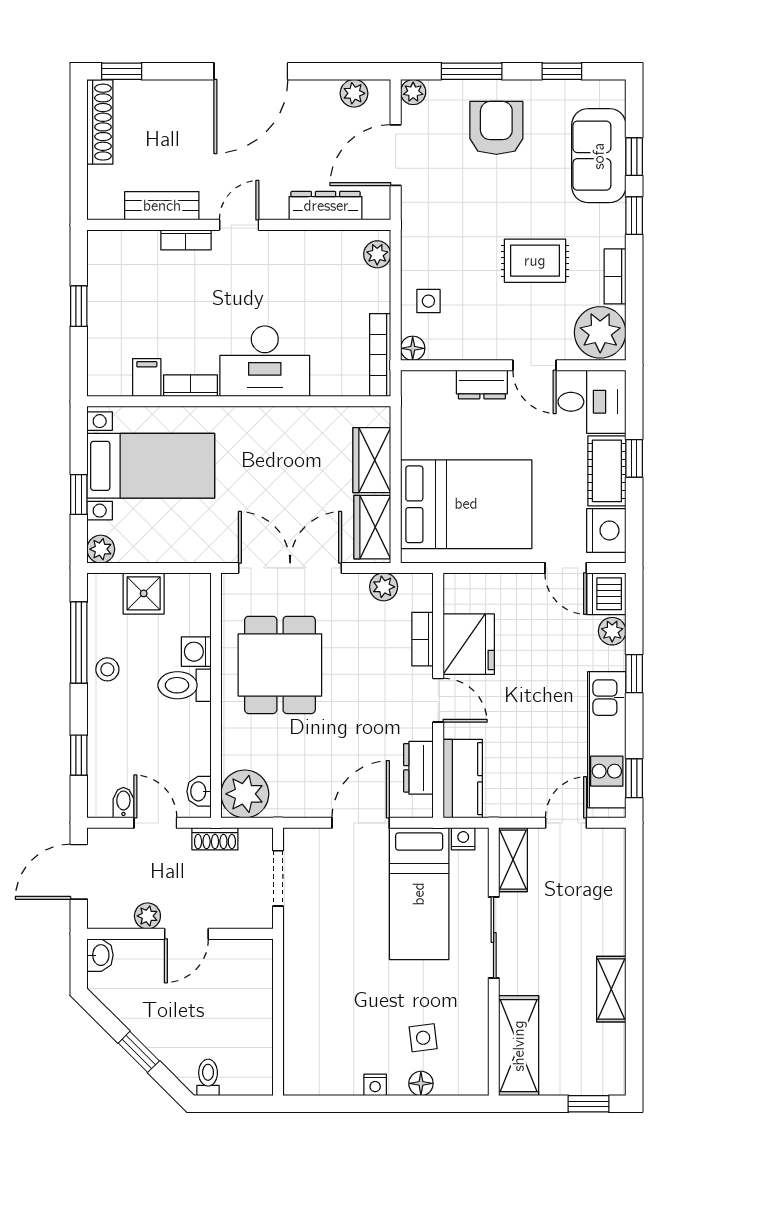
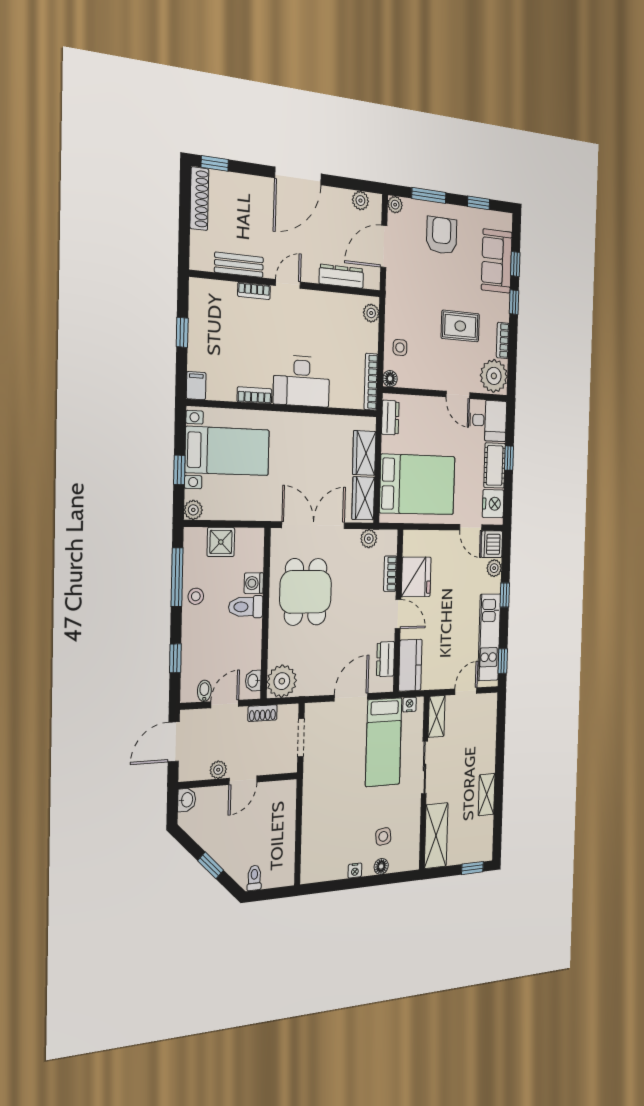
filing cabinet: (147, 377) -> (196, 386), moved
dresser: (482, 385) -> (390, 418), moved, turned -90
door: (155, 823) -> (225, 704), hinge flipped

